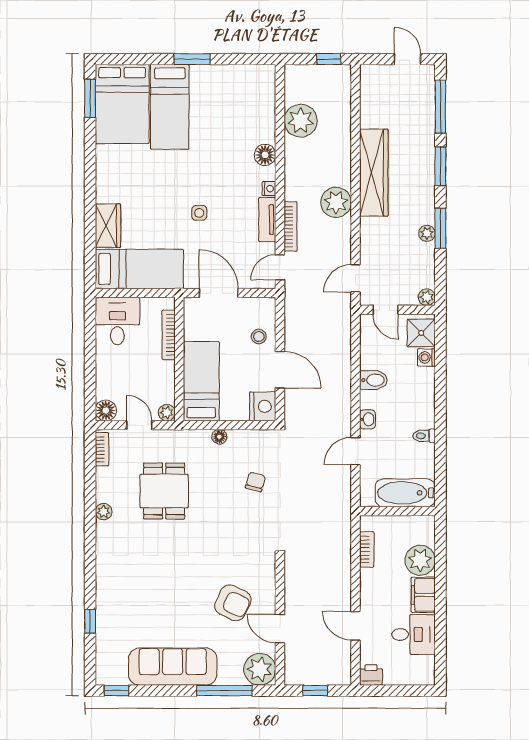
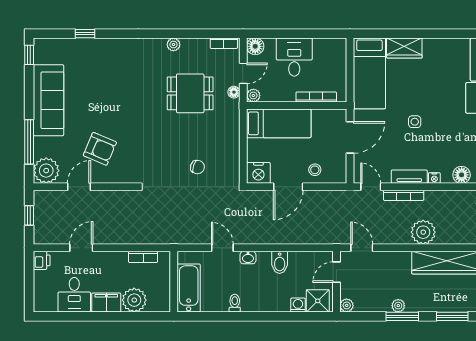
desk: (117, 321) -> (294, 57), moved, turned -90
floor lamp: (219, 437) -> (234, 92), moved
armchair: (233, 603) -> (100, 149), turned -92

